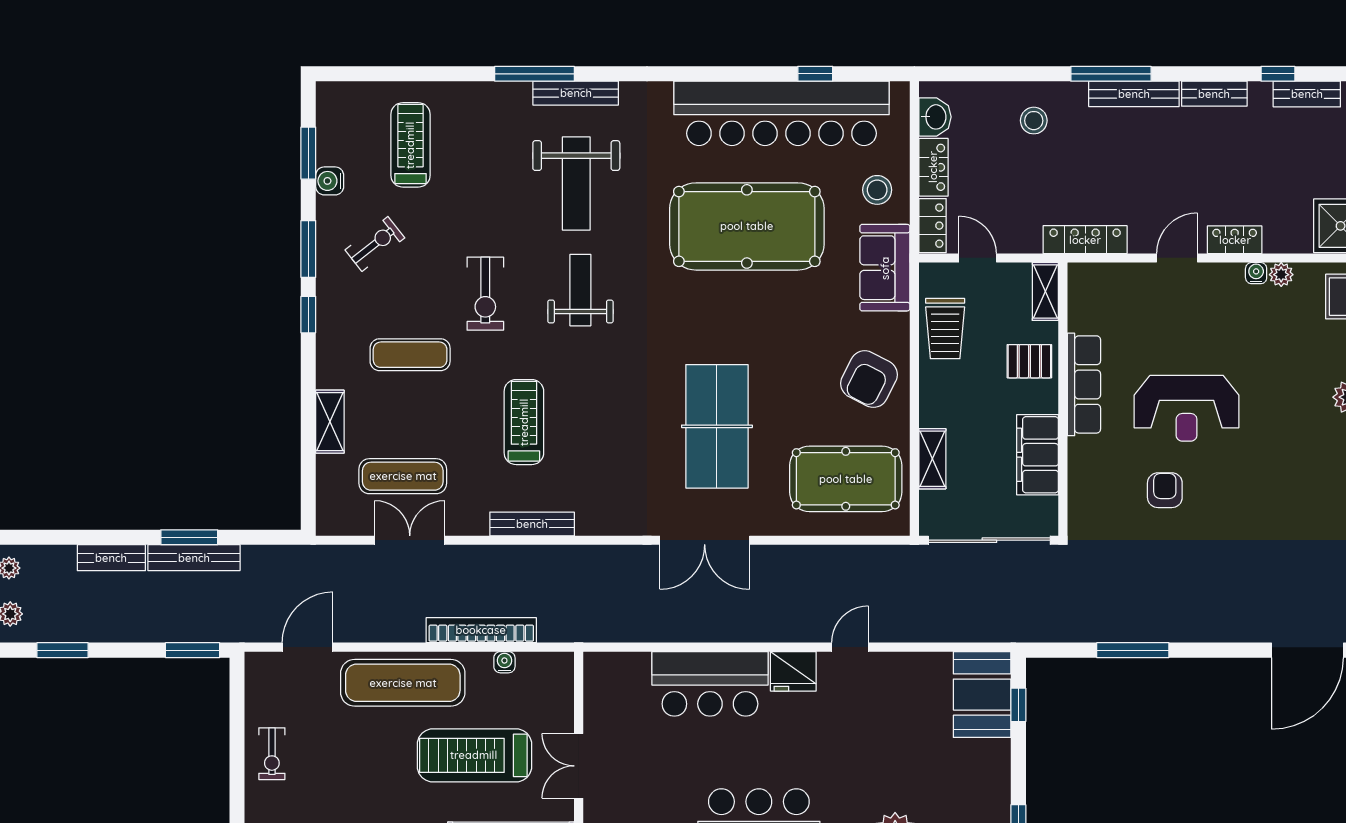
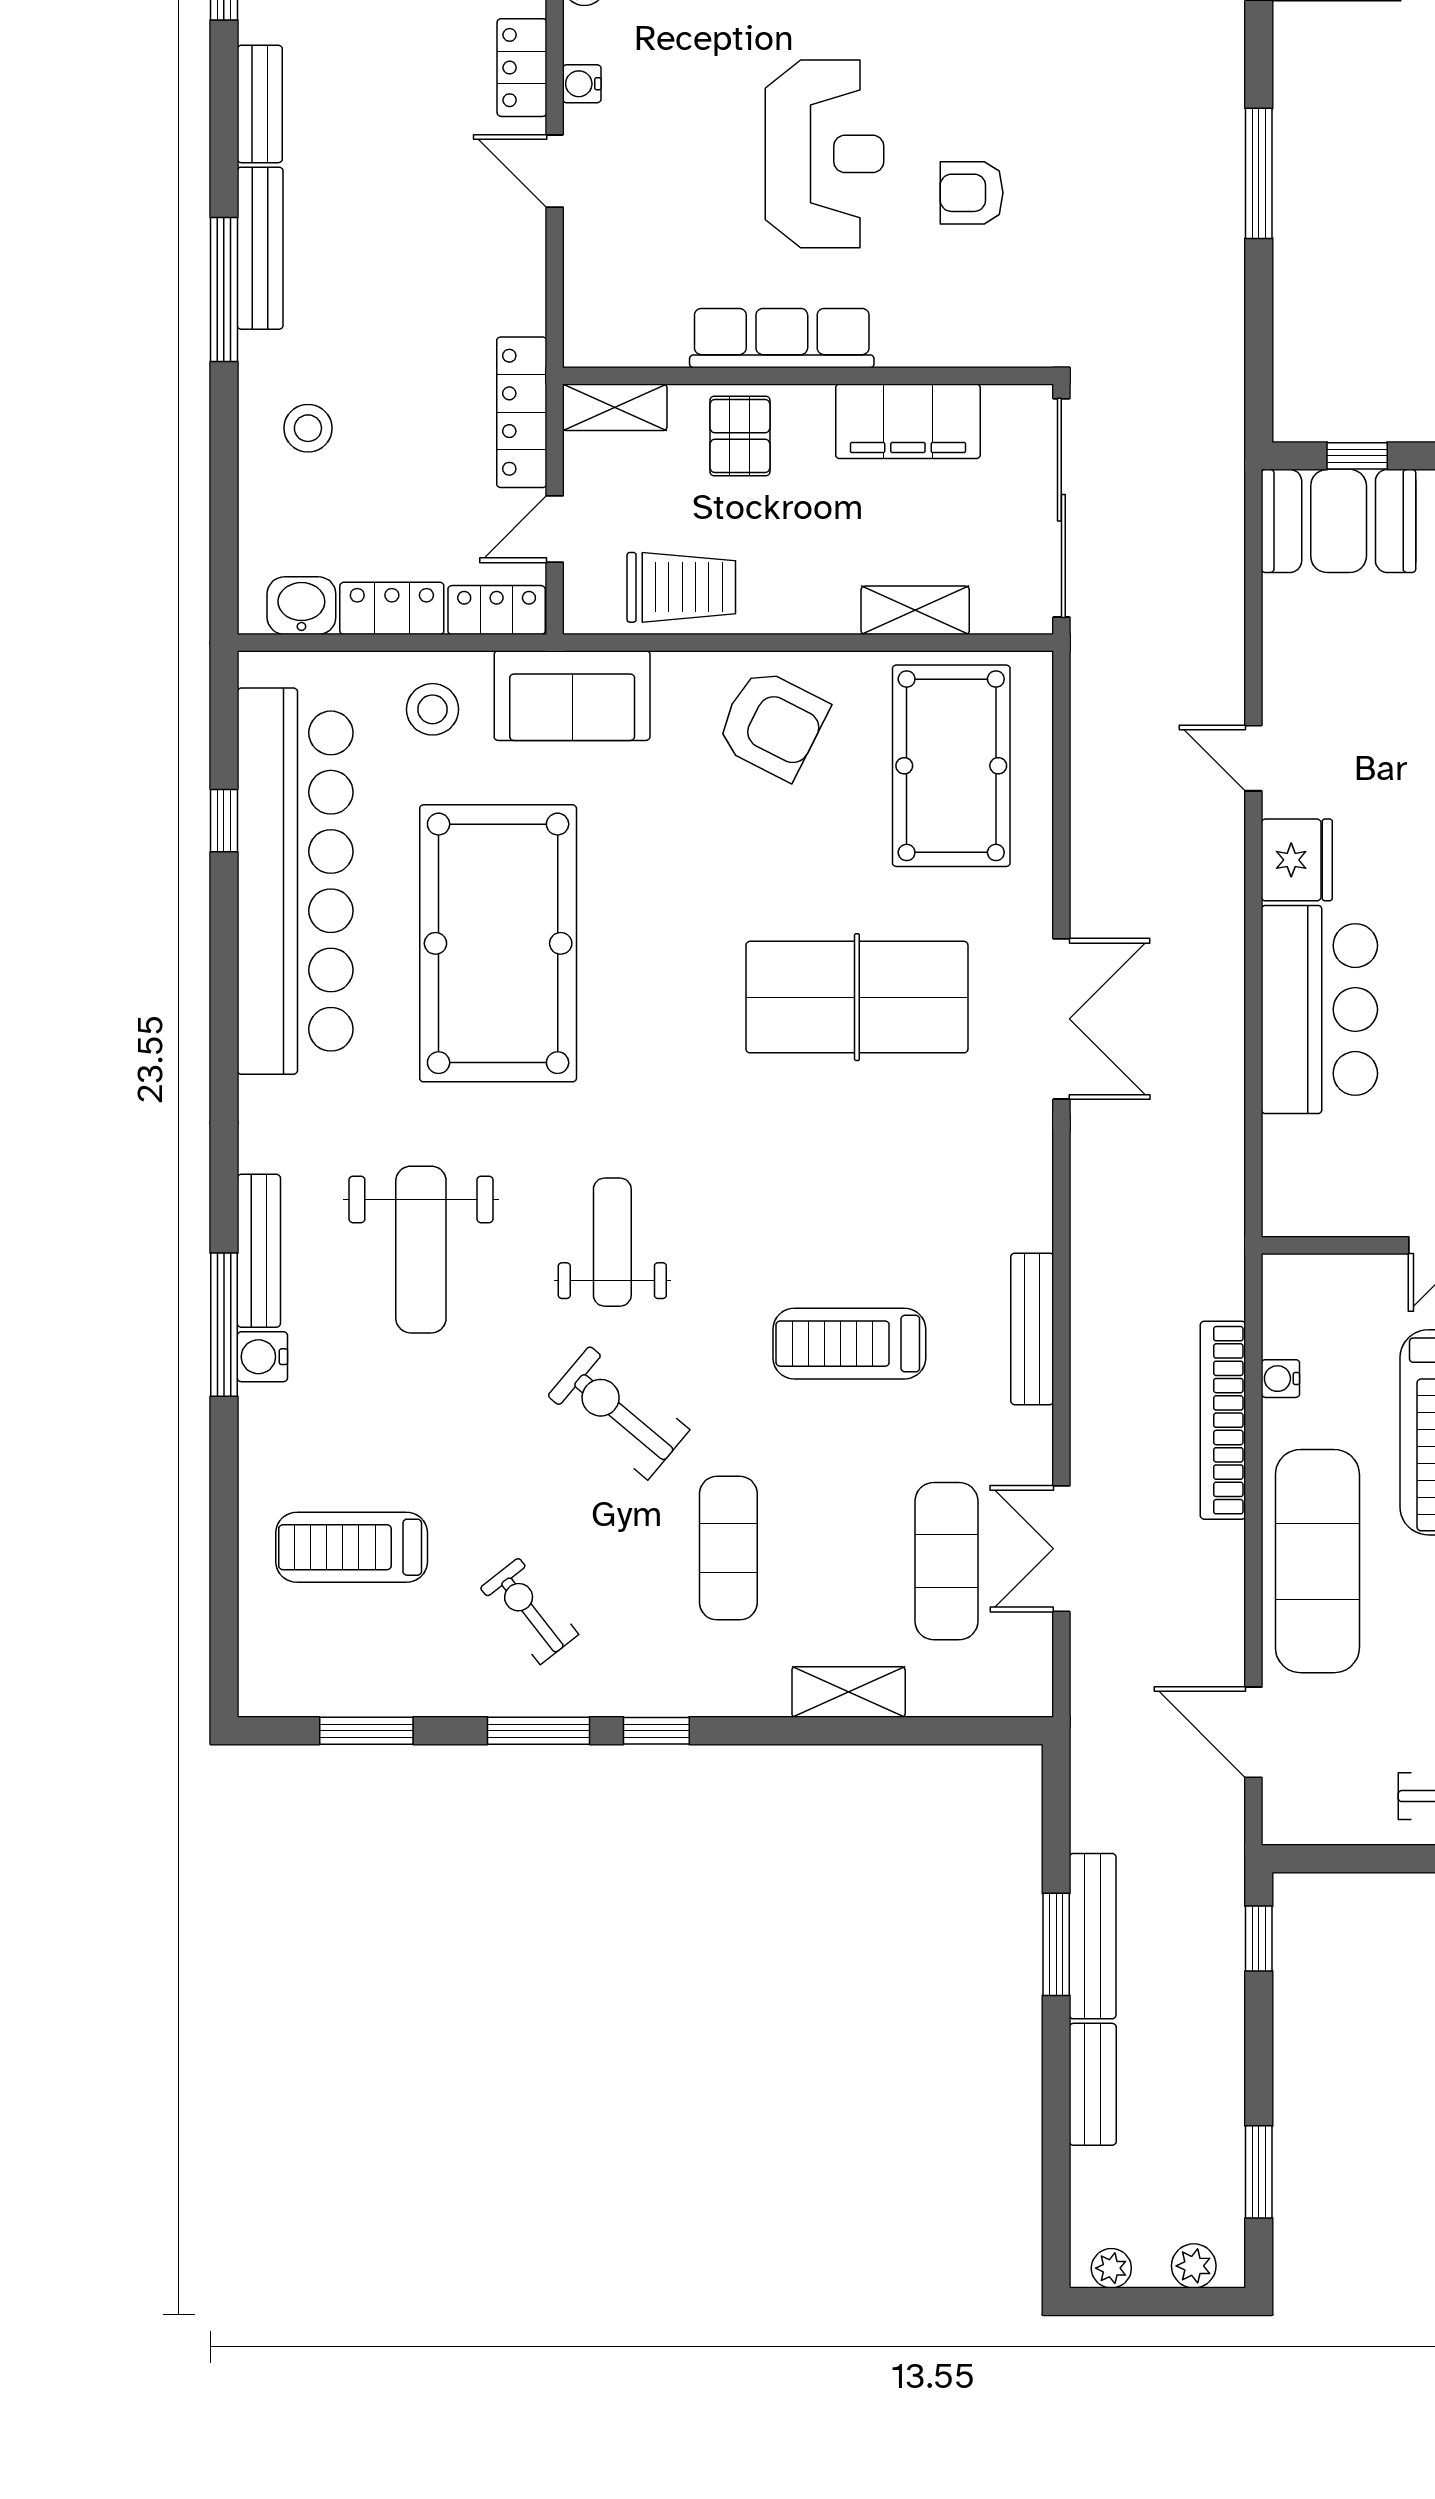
water cooler: (330, 181) -> (262, 1357), moved, turned 90
weight bench: (576, 184) -> (421, 1250), turned 90
locker: (1085, 240) -> (522, 412), moved
water cooler: (1256, 273) -> (582, 84), moved
weight bench: (580, 290) -> (612, 1242), turned 90
exercise bike: (485, 294) -> (619, 1413), turned -140
window: (193, 650) -> (1259, 1939), width x0.67
window: (1133, 650) -> (1259, 173), moved

